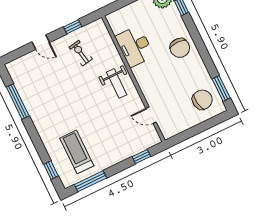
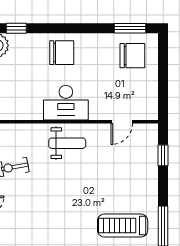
desk: (135, 46) -> (66, 103), moved
chair: (202, 100) -> (132, 56), turned 100

